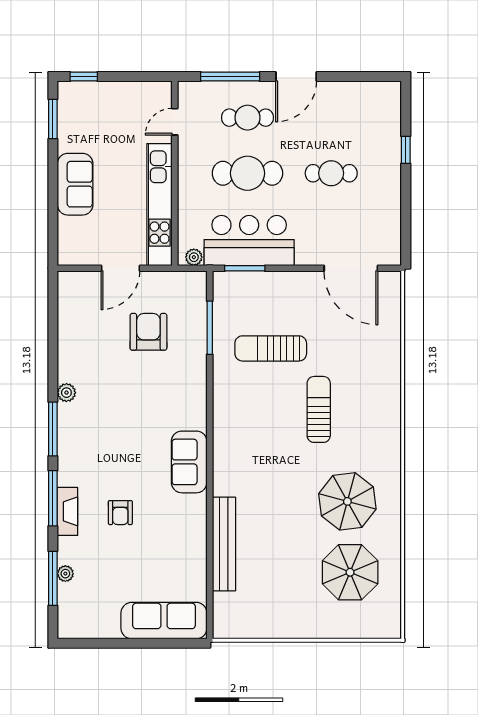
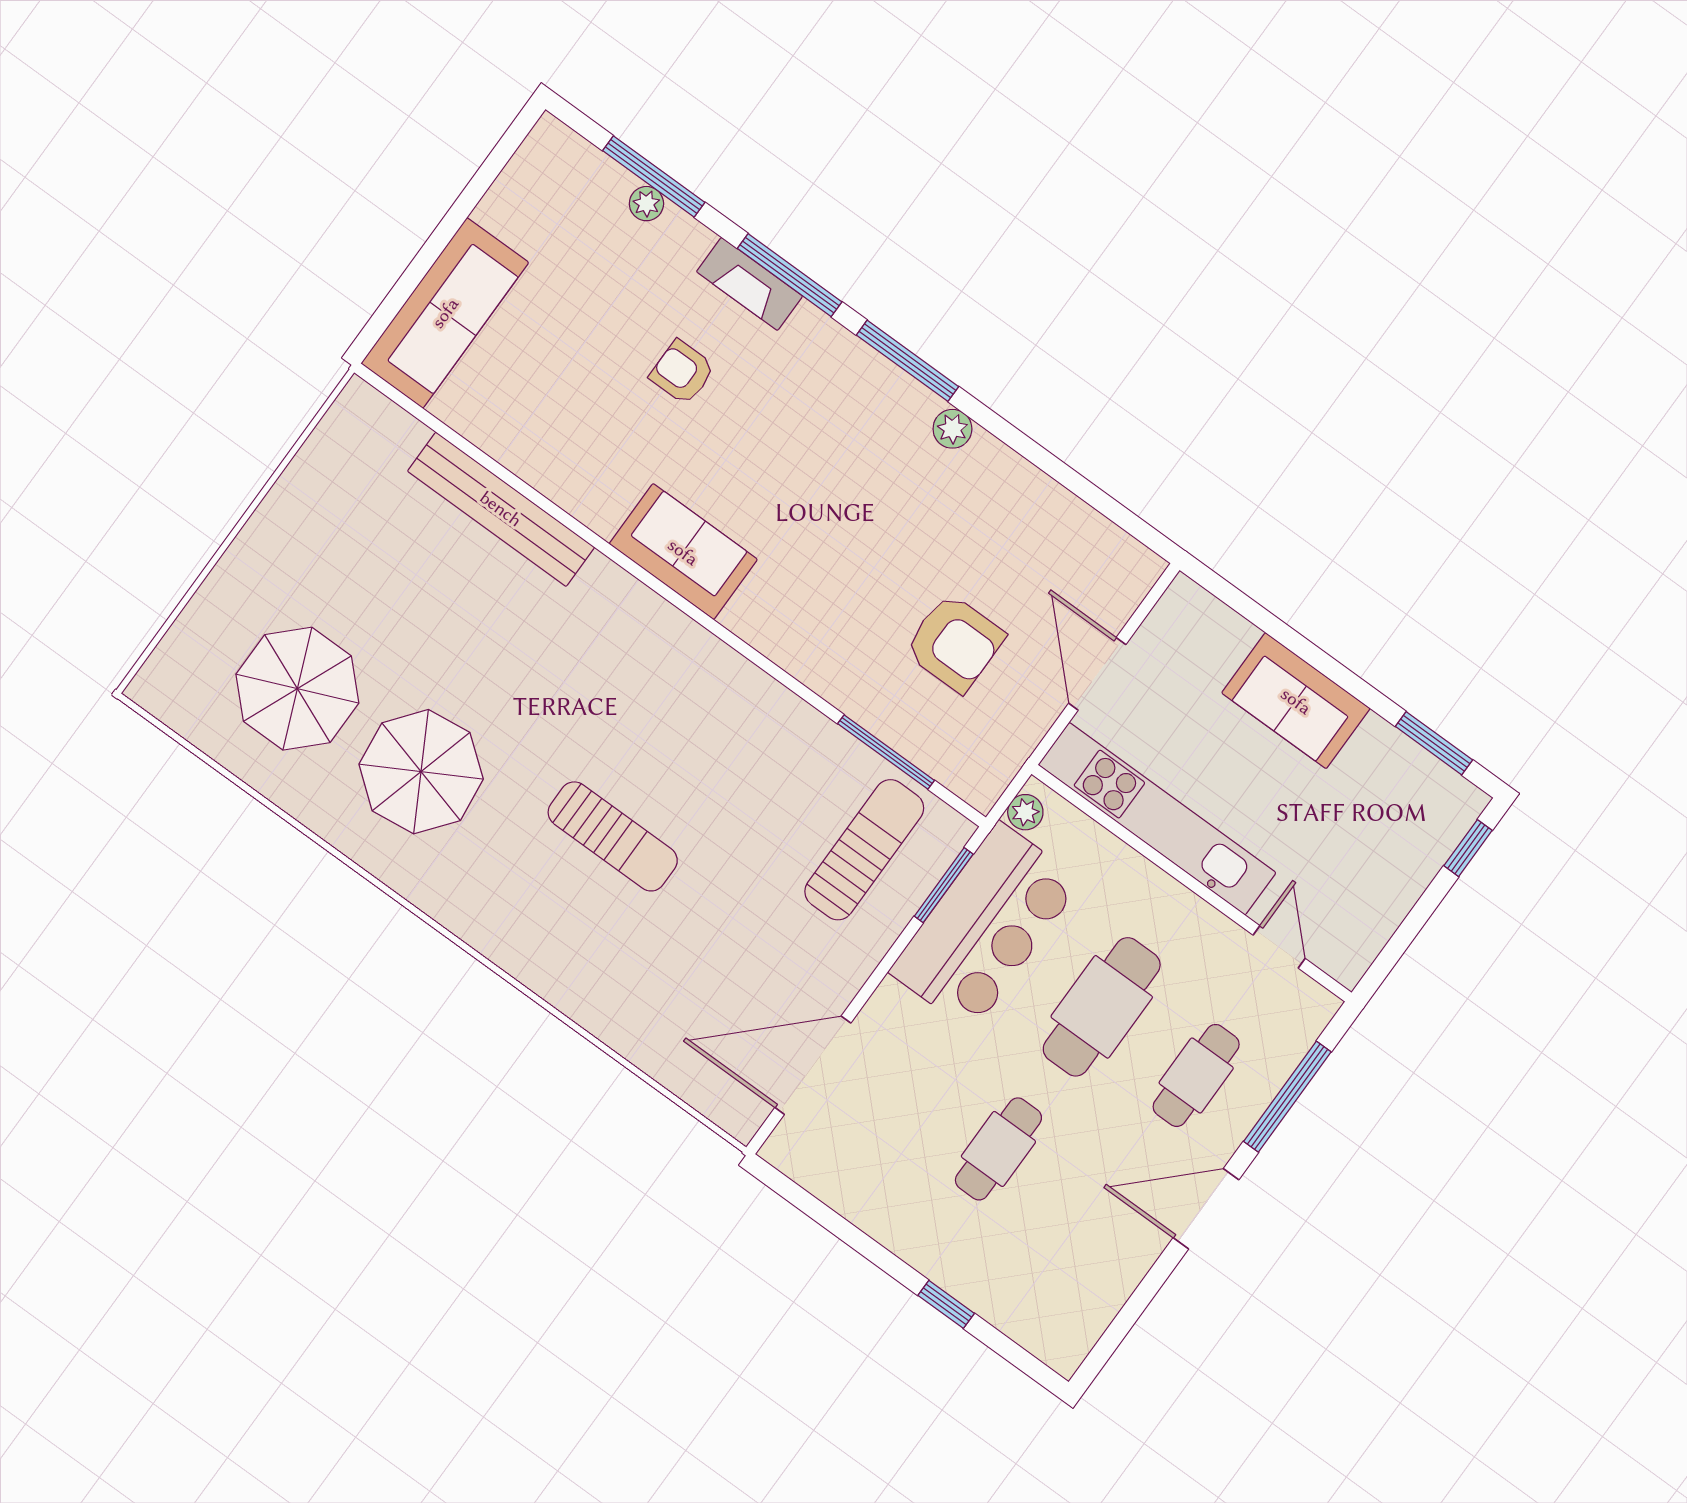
door: (296, 77) -> (1206, 1209), hinge flipped
sun lounger: (271, 348) -> (864, 850), moved

